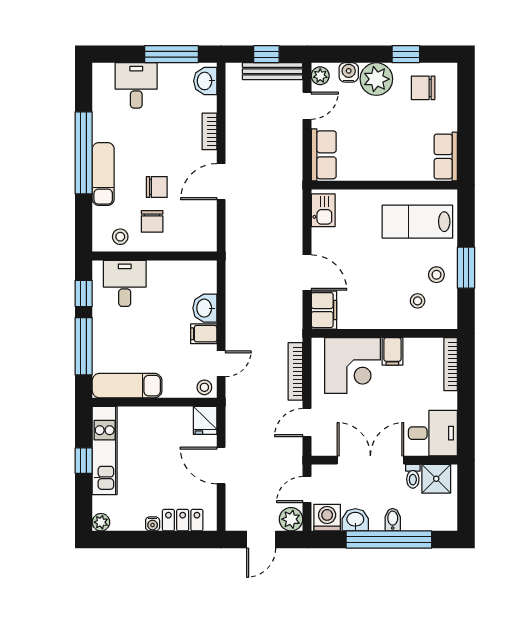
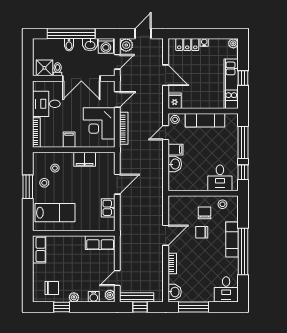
plant: (376, 79) -> (74, 297), width x0.53, depth x0.53
desk: (136, 85) -> (226, 289), moved
row of seats: (324, 155) -> (100, 243), moved, turned -90
kitchen sink: (323, 210) -> (108, 208), moved
door: (307, 273) -> (117, 184), swing flipped
filing cabinet: (324, 310) -> (85, 159), moved, turned -90
corner desk: (353, 366) -> (99, 123), moved, turned -90
exam couch: (127, 386) -> (205, 120), moved
desk: (433, 433) -> (46, 104), moved

